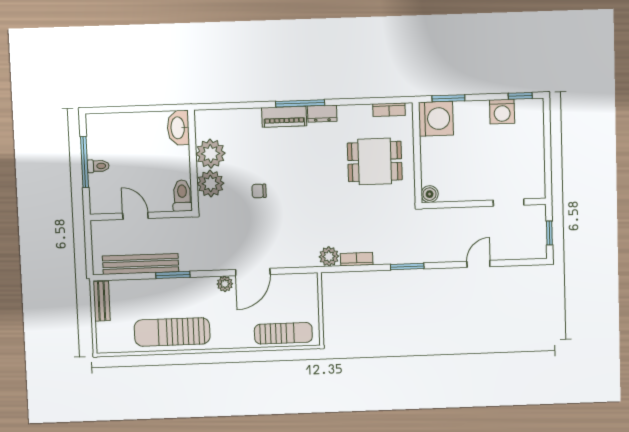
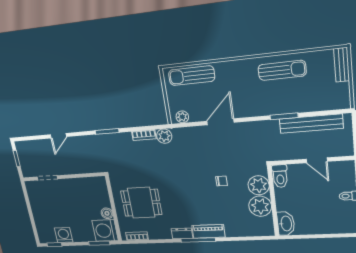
boiler: (430, 194) -> (107, 213), moved
plant: (225, 284) -> (182, 117), moved
bench: (102, 301) -> (342, 65), moved
sun lounger: (172, 332) -> (282, 70), width x0.73, depth x0.75

